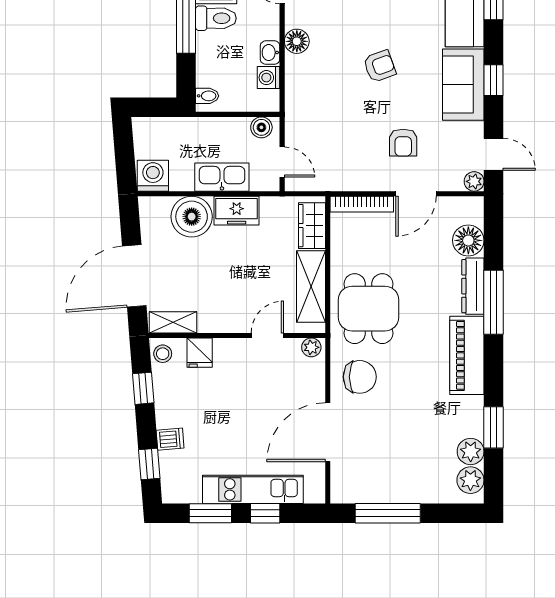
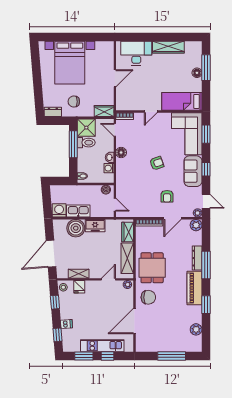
kitchen sink: (222, 177) -> (78, 211), moved
floor lamp: (468, 240) -> (195, 238), removed
shelving: (173, 322) -> (79, 274), moved
window: (494, 427) -> (206, 305), moved
plant: (470, 480) -> (196, 225), moved
window: (388, 513) -> (172, 356), moved

